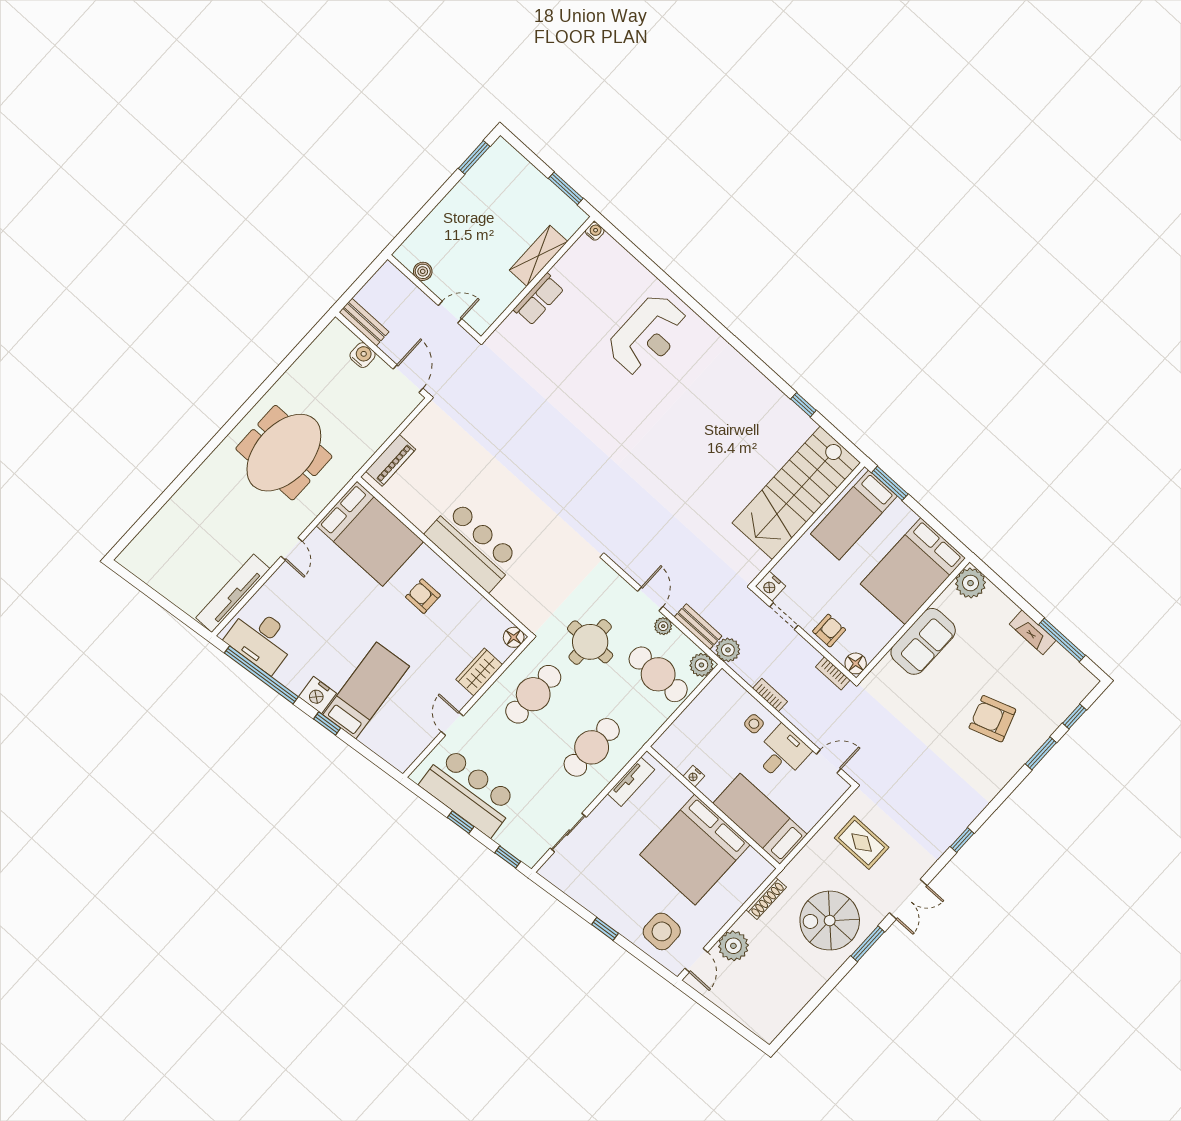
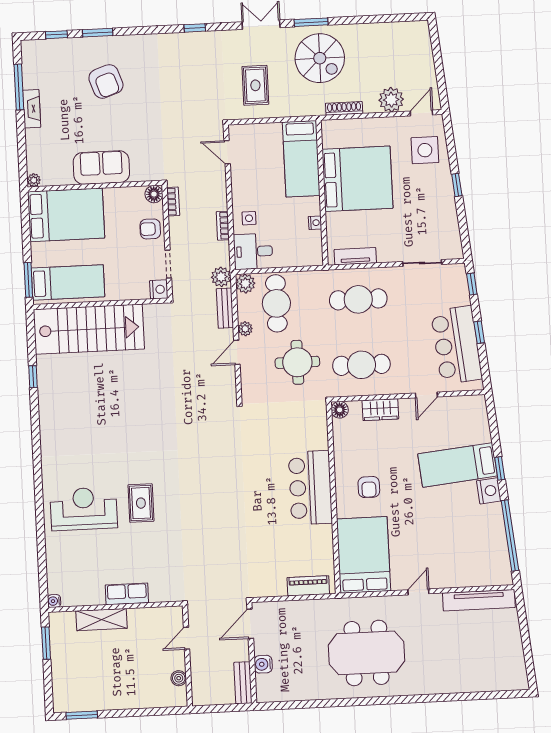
door: (450, 312) -> (187, 638), hinge flipped
rug: (604, 389) -> (141, 503), added
plant: (971, 583) -> (34, 180), width x0.53, depth x0.53
desk: (261, 639) -> (489, 557), removed
desk: (782, 753) -> (253, 251), moved

